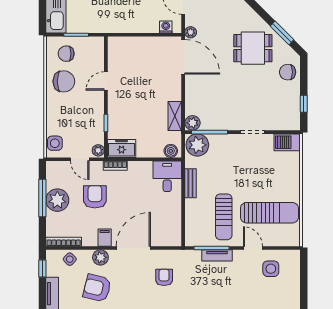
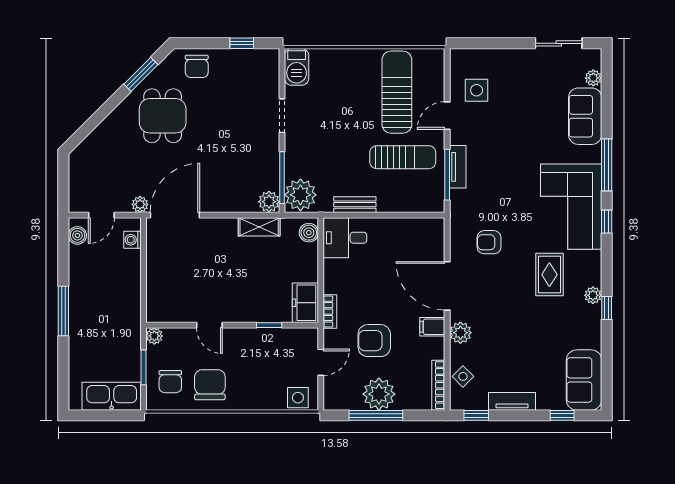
plant: (98, 150) -> (154, 336), moved
armchair: (97, 288) -> (504, 338), removed

